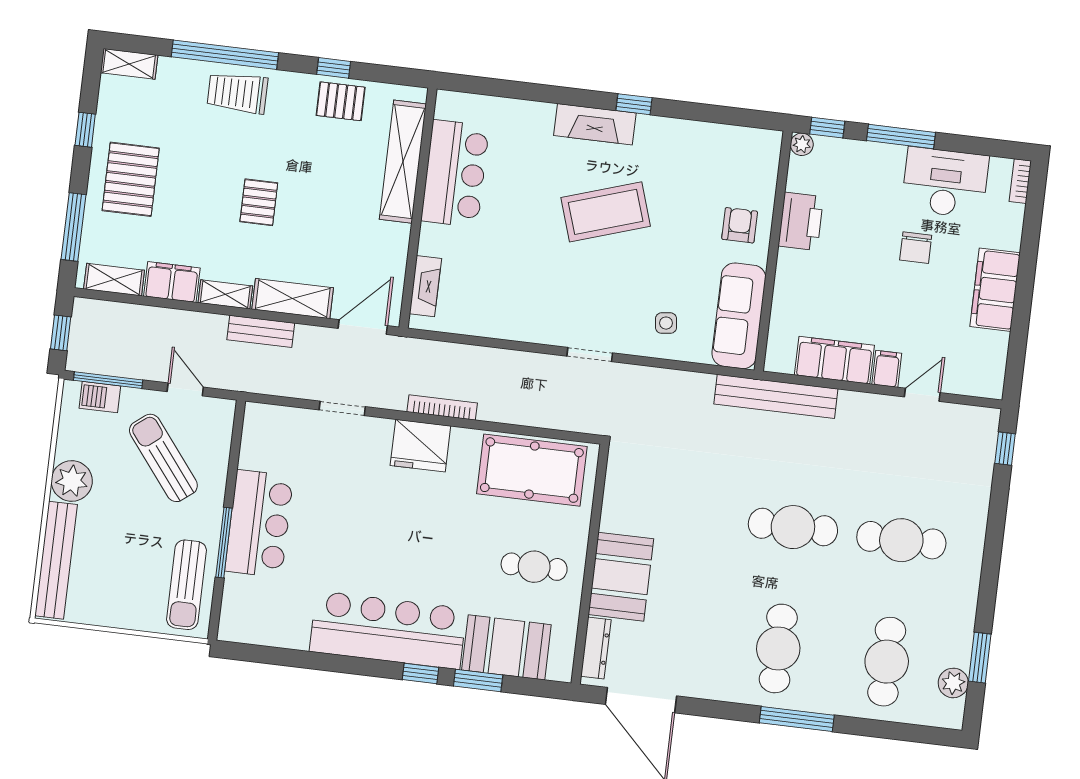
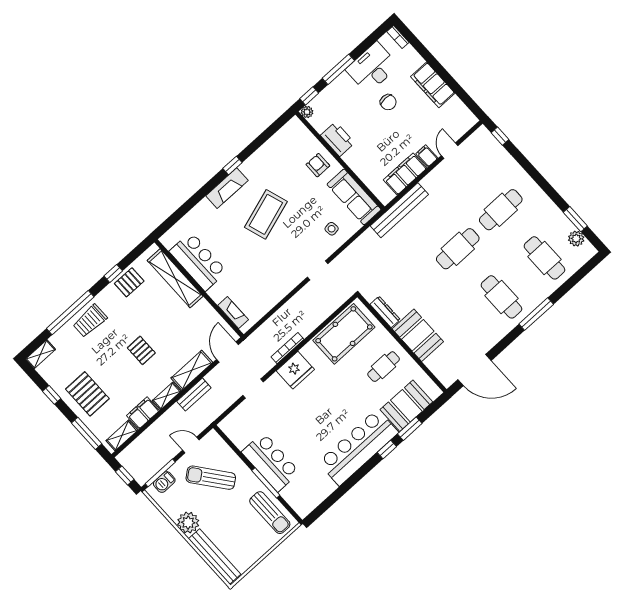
dresser: (596, 648) -> (385, 312), moved

